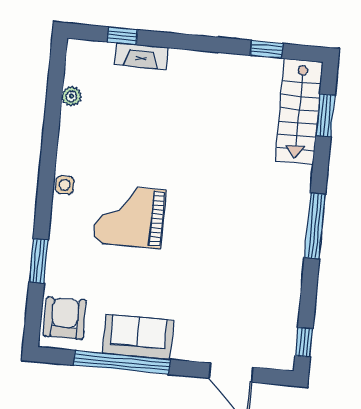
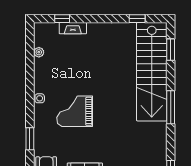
stairs: (299, 111) -> (152, 72), width x1.86, depth x1.51

